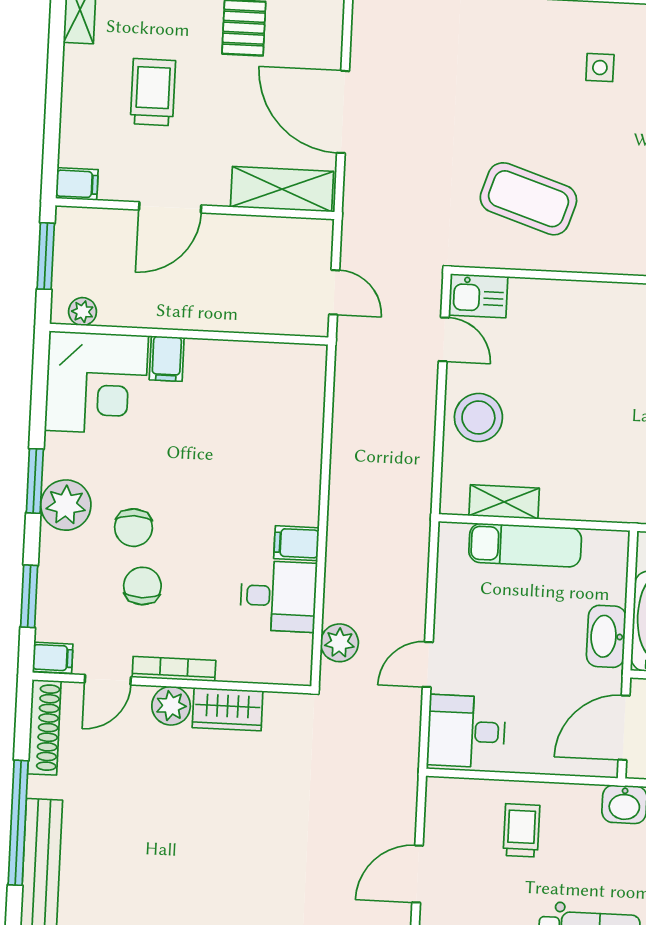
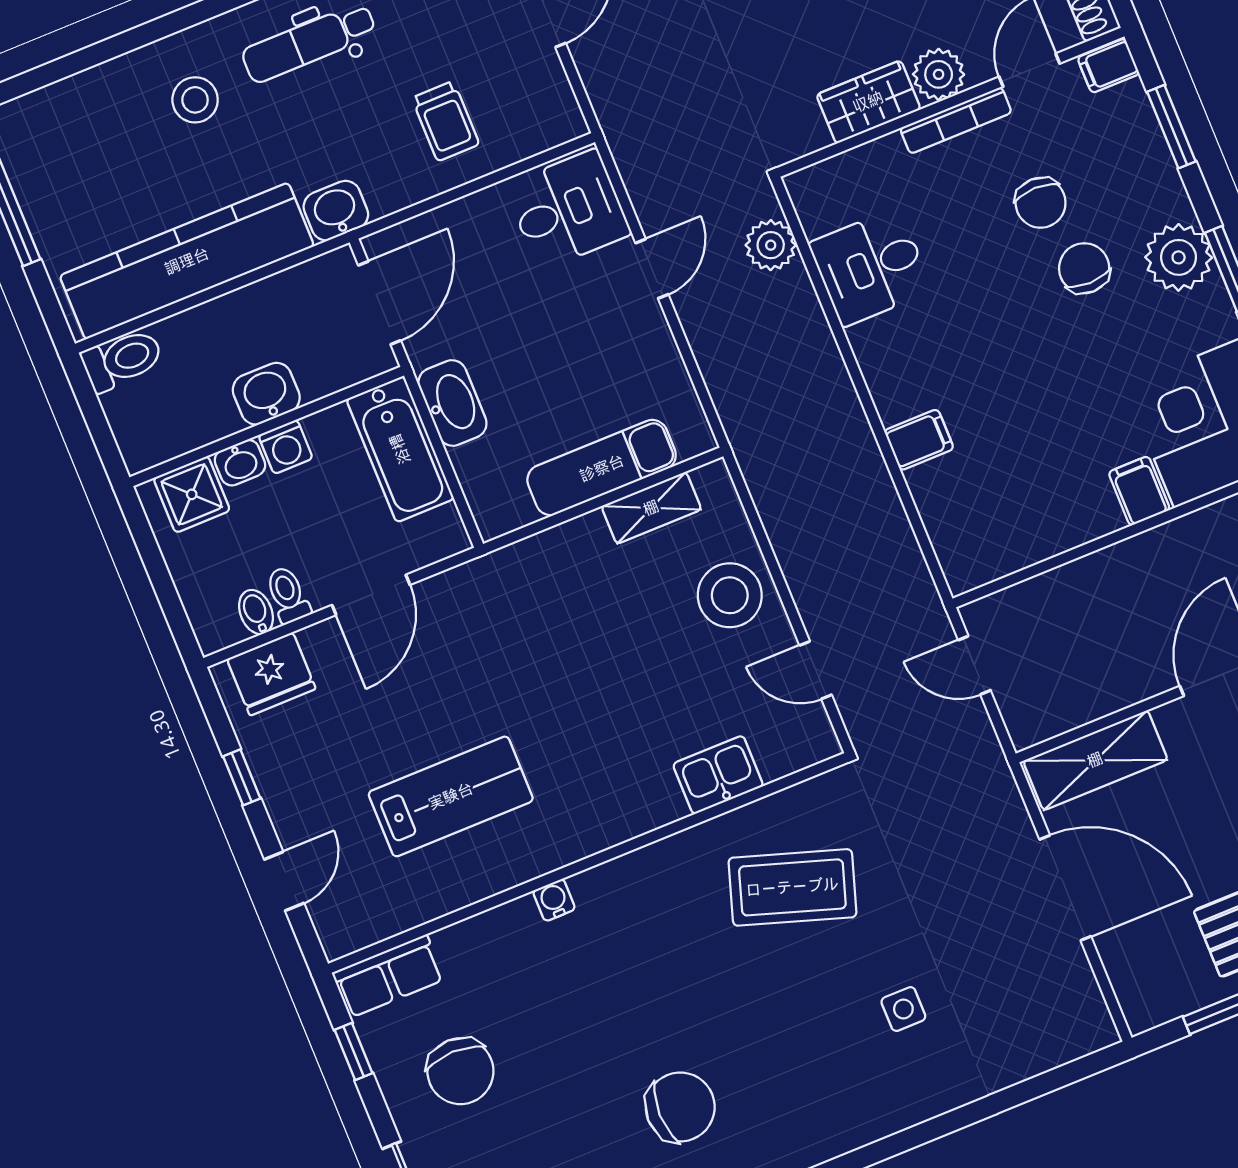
side table: (600, 68) -> (903, 1009), moved
kitchen sink: (478, 296) -> (718, 775), moved
filing cabinet: (296, 543) -> (919, 440), moved

